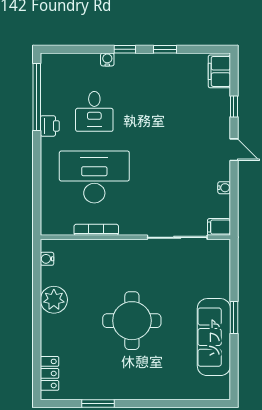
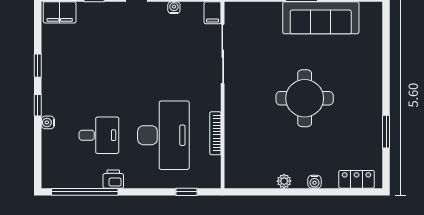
desk: (94, 177) -> (163, 135), turned 180
window: (37, 201) -> (187, 192), added
water cooler: (47, 259) -> (314, 182), moved
plant: (54, 300) -> (284, 181), width x0.53, depth x0.53

